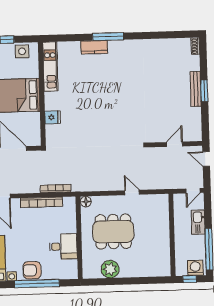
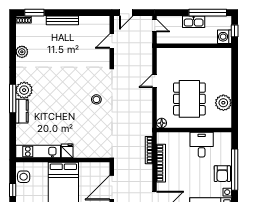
plant: (160, 45) -> (22, 52), added
plant: (118, 49) -> (24, 90), added
window: (204, 91) -> (34, 13), moved
fridge: (53, 117) -> (67, 151), moved
stool: (110, 129) -> (96, 99), added
door: (175, 144) -> (112, 41), hinge flipped
kitchen sink: (198, 222) -> (194, 22), moved
washing machine: (195, 268) -> (224, 37), moved

